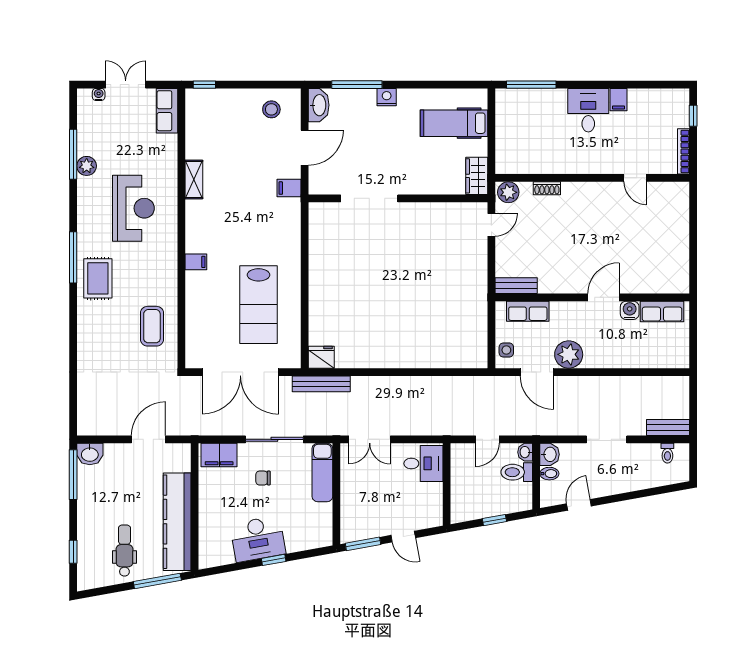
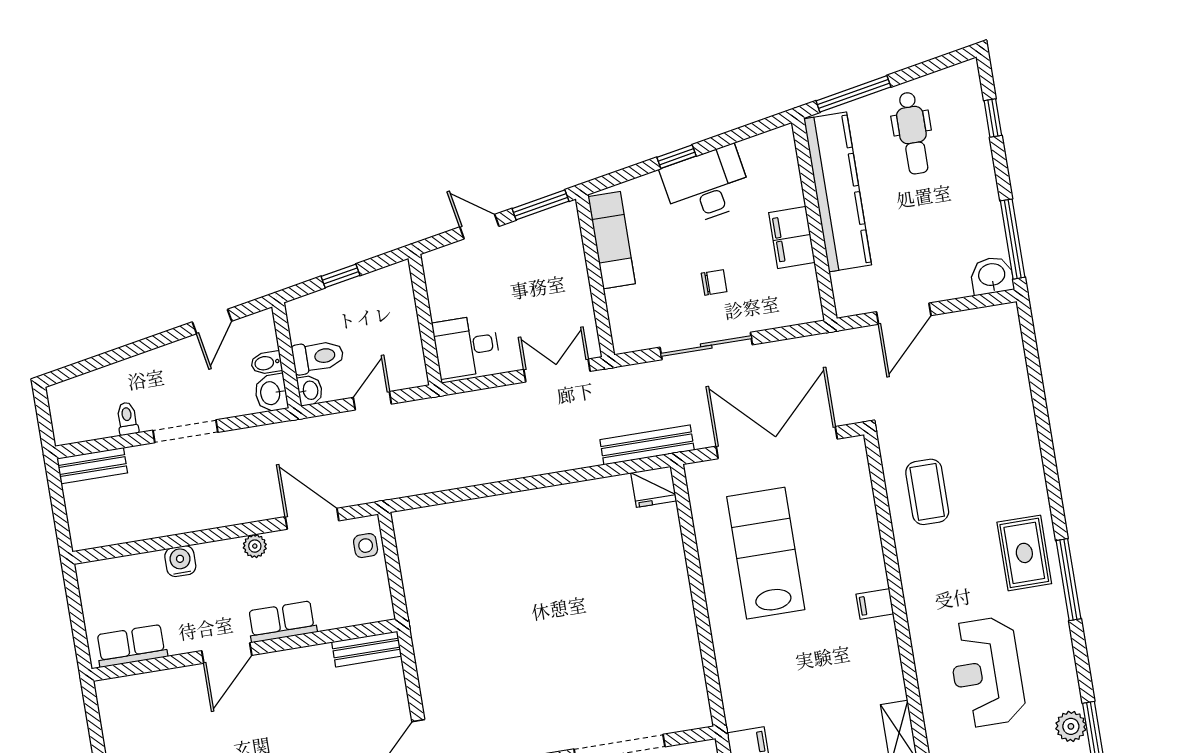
water cooler: (630, 310) -> (180, 561), moved, turned 180
row of seats: (528, 311) -> (282, 622), moved
plant: (569, 354) -> (255, 546), width x0.53, depth x0.53
toilet: (667, 453) -> (127, 419), moved
filing cabinet: (219, 455) -> (792, 238), moved, turned -90
exam couch: (322, 472) -> (612, 240), moved

